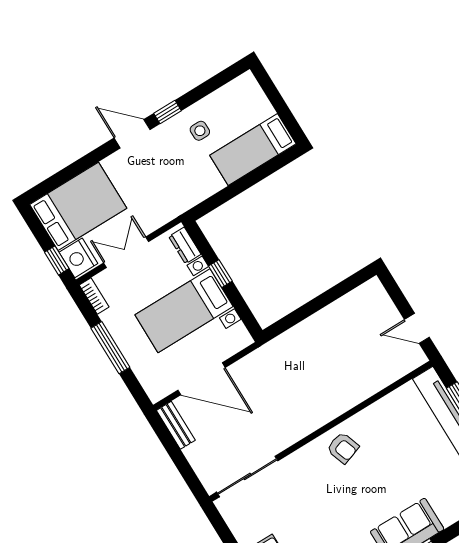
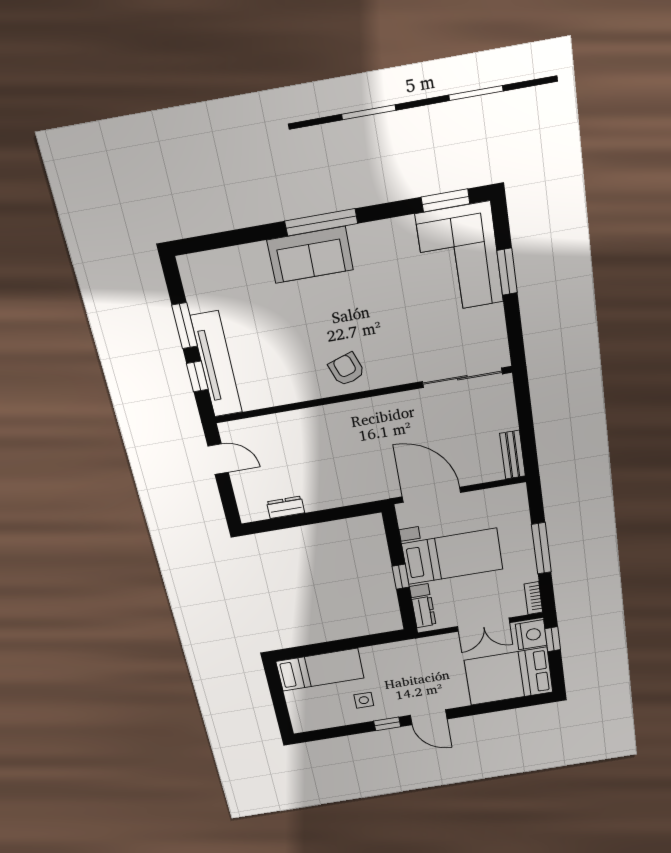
dresser: (345, 304) -> (286, 507), added
door: (201, 379) -> (431, 495), moved

